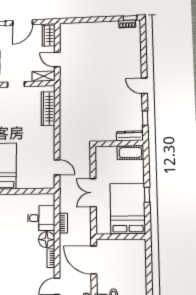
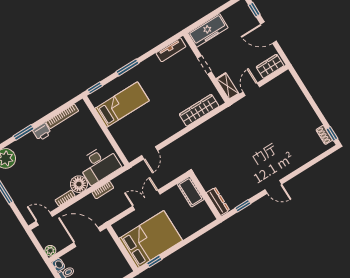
door: (144, 86) -> (273, 187), swing flipped
cot: (130, 153) -> (191, 192), moved
window: (147, 195) -> (154, 261), moved
desk: (41, 218) -> (99, 165), width x1.37
door: (94, 260) -> (87, 237), hinge flipped

